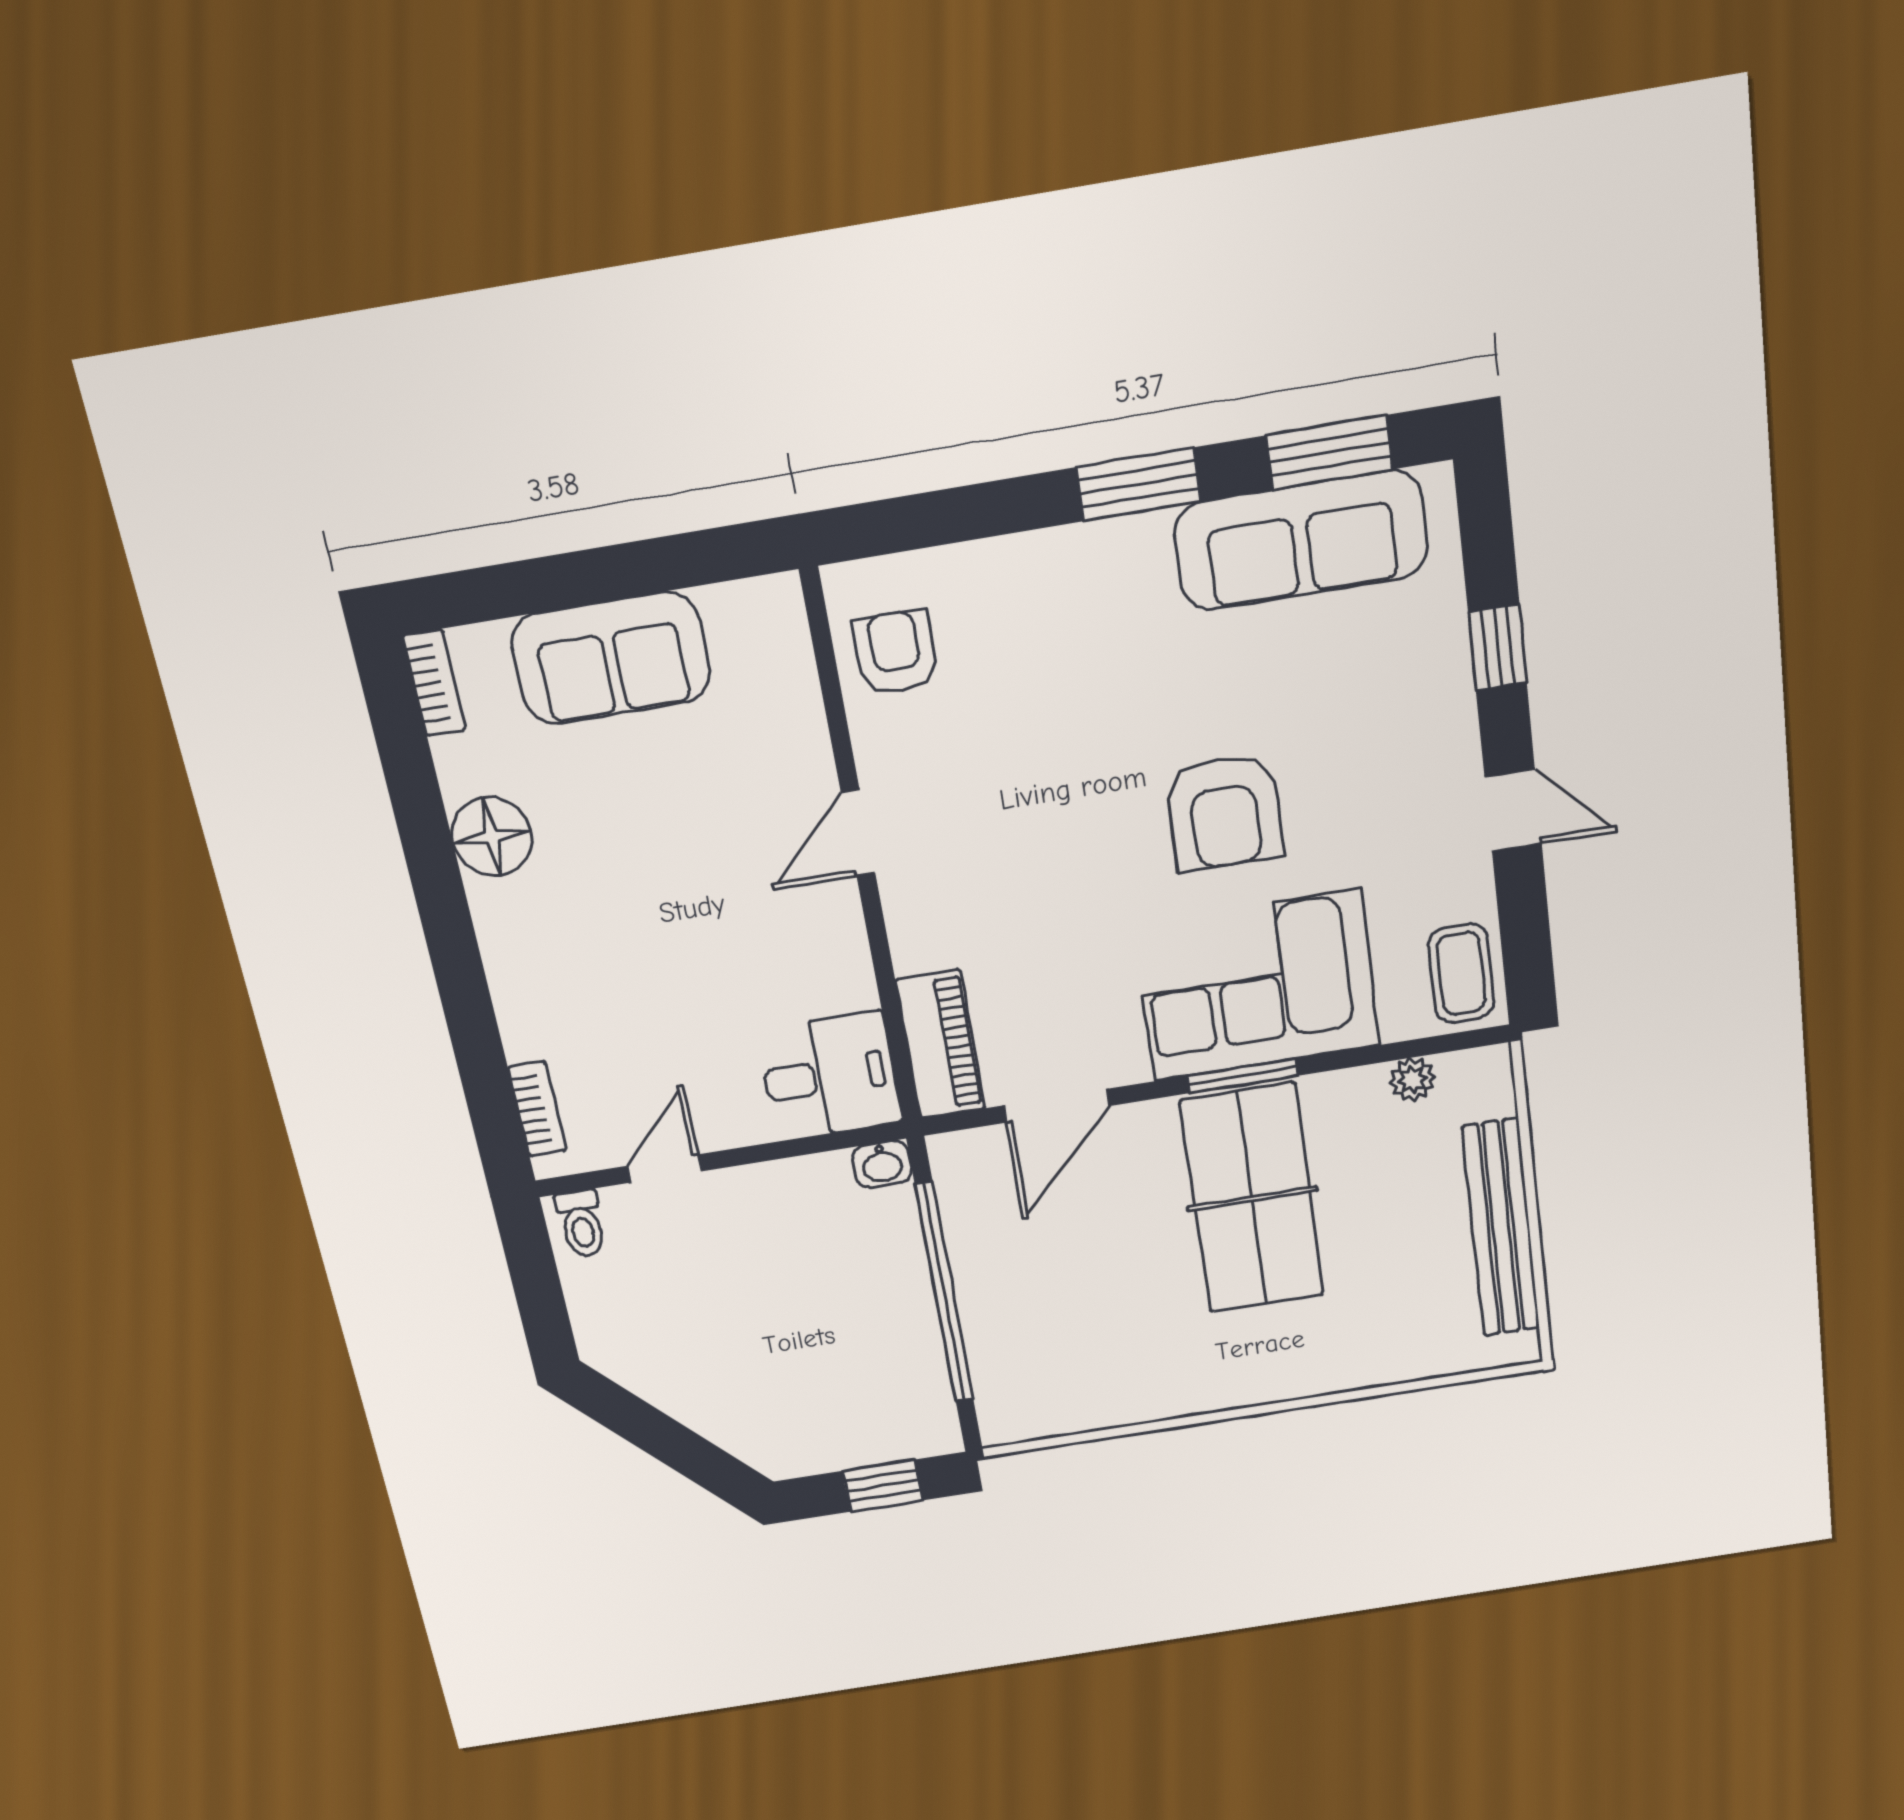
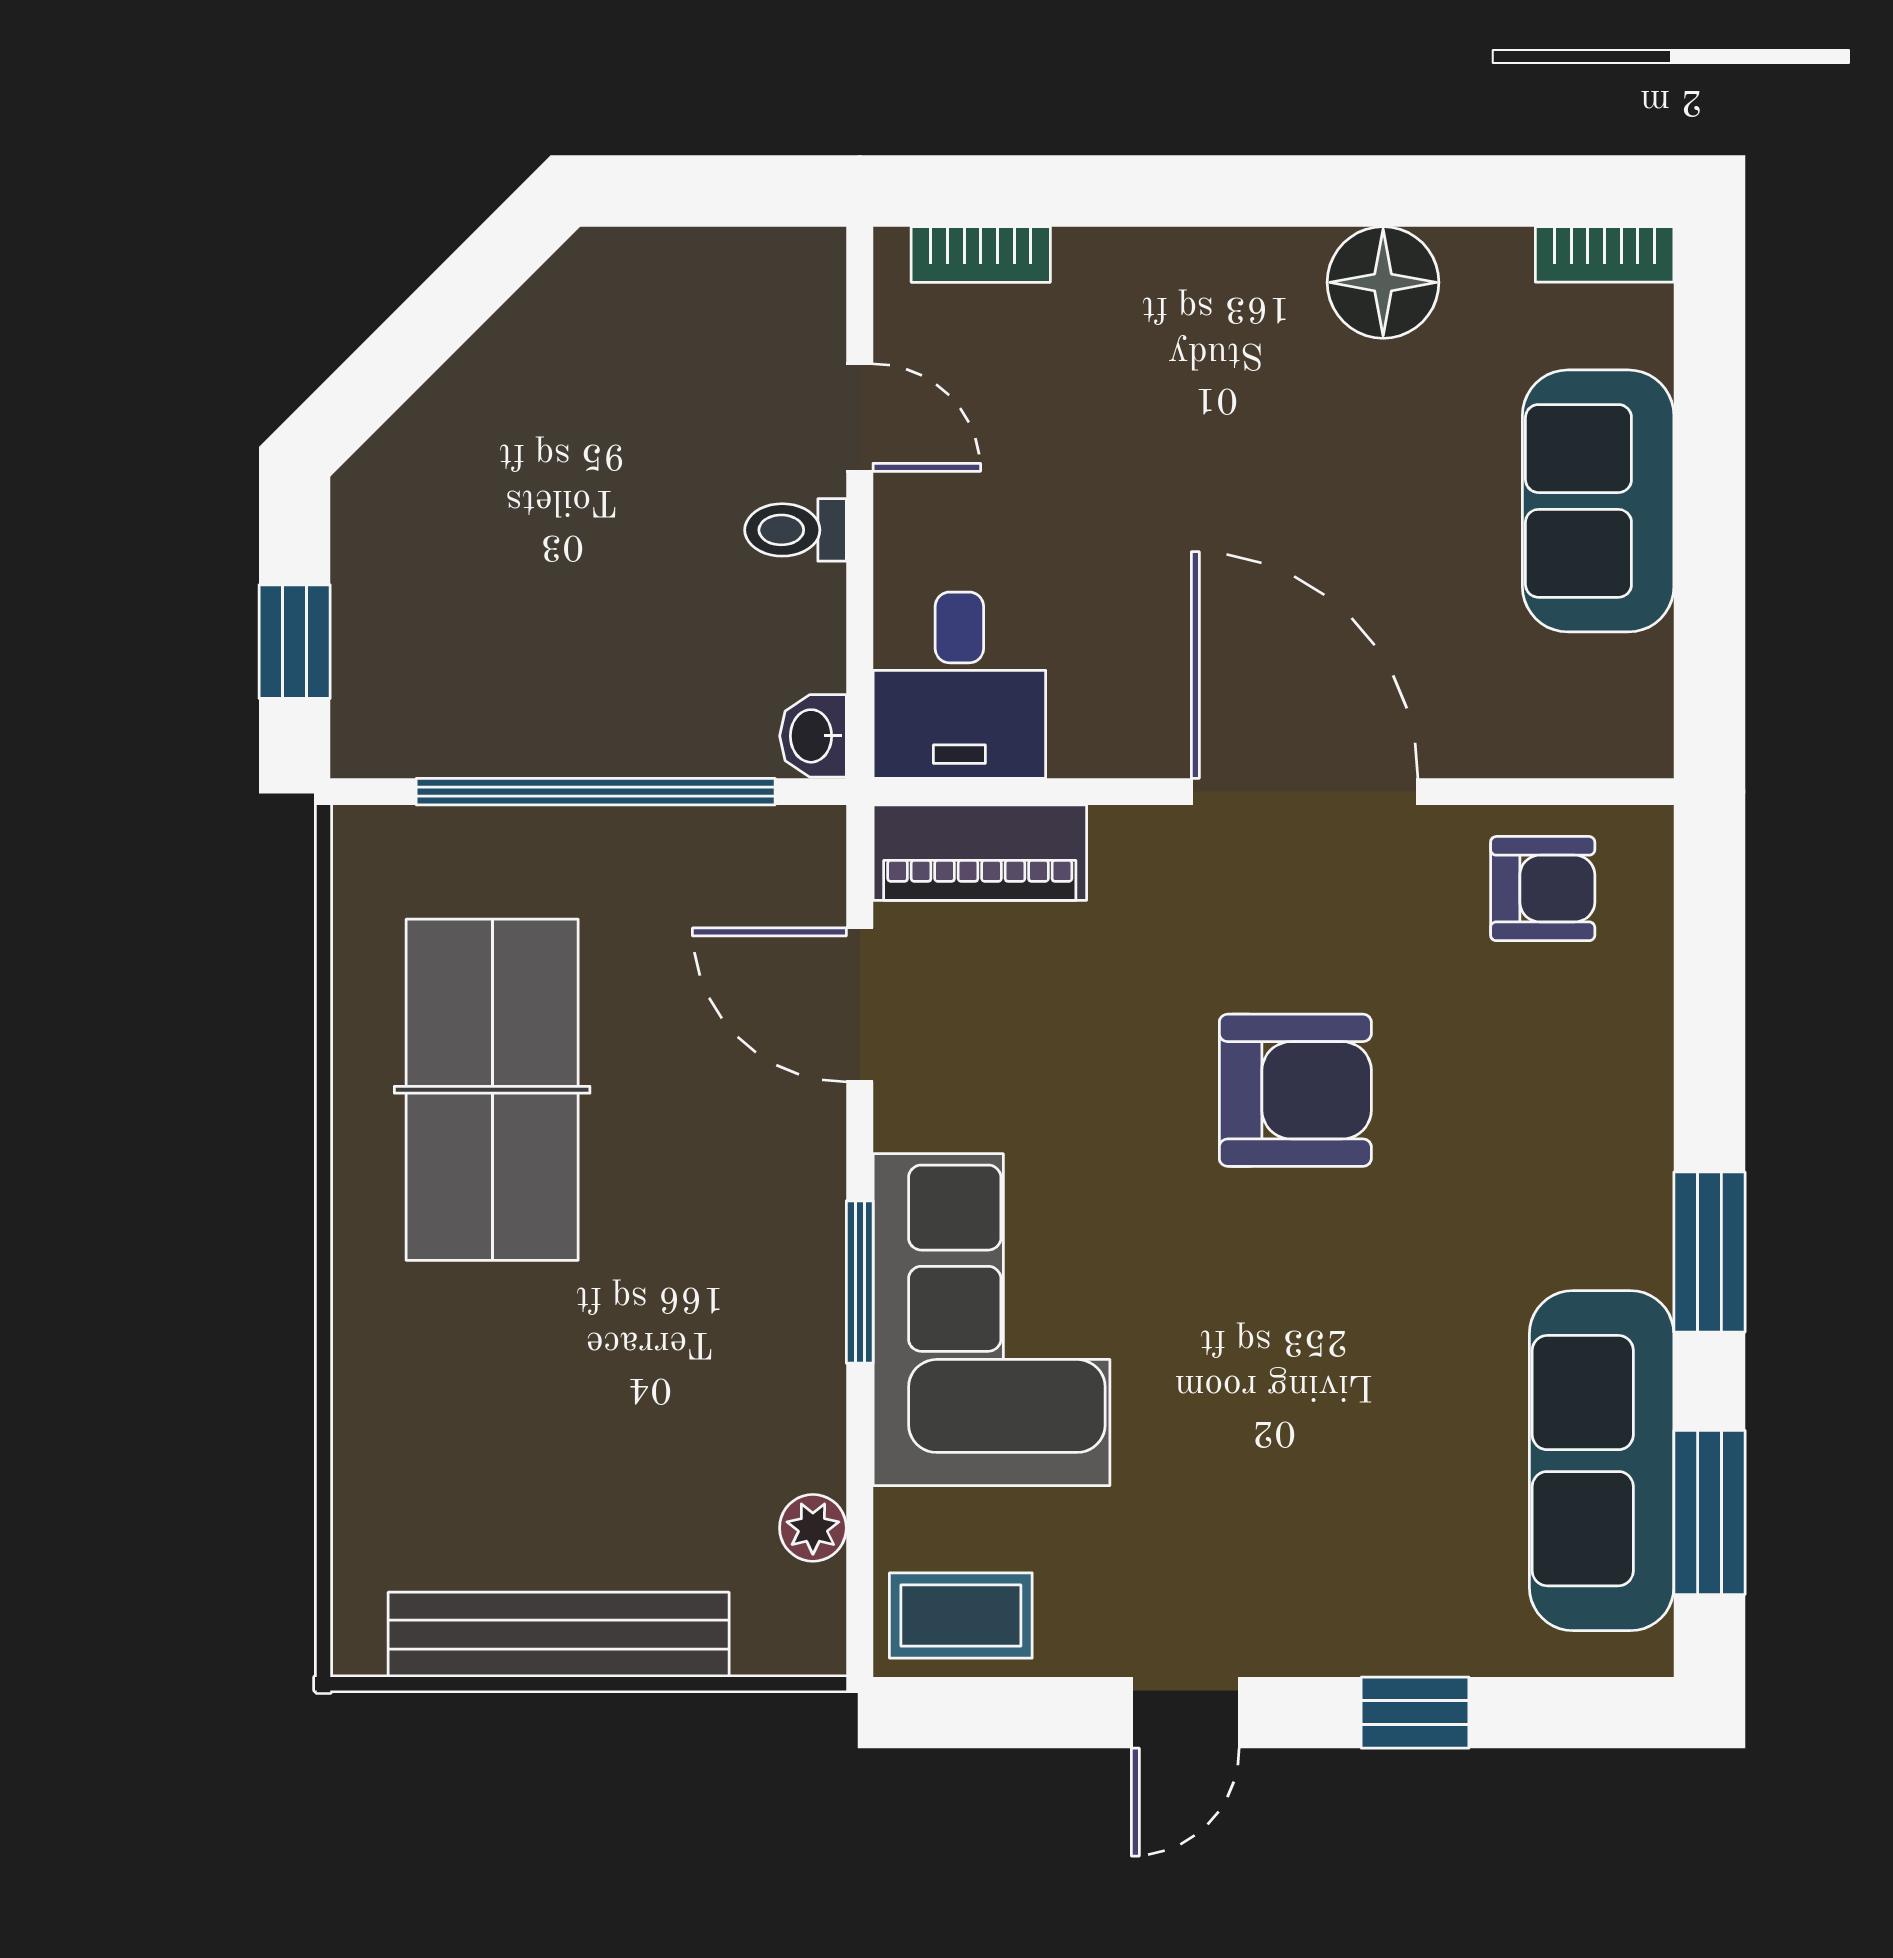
armchair: (1224, 812) -> (1295, 1090), moved, turned 180
door: (858, 833) -> (1305, 792), width x1.88
table tennis table: (1252, 1199) -> (492, 1090), moved, turned 90
toilet: (581, 1224) -> (796, 530), moved

